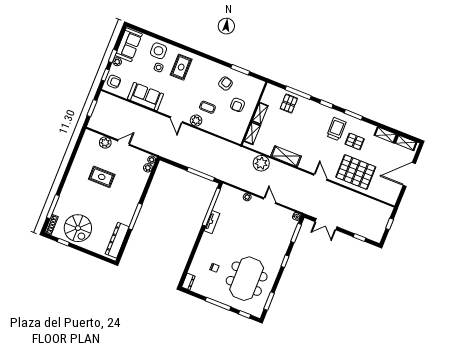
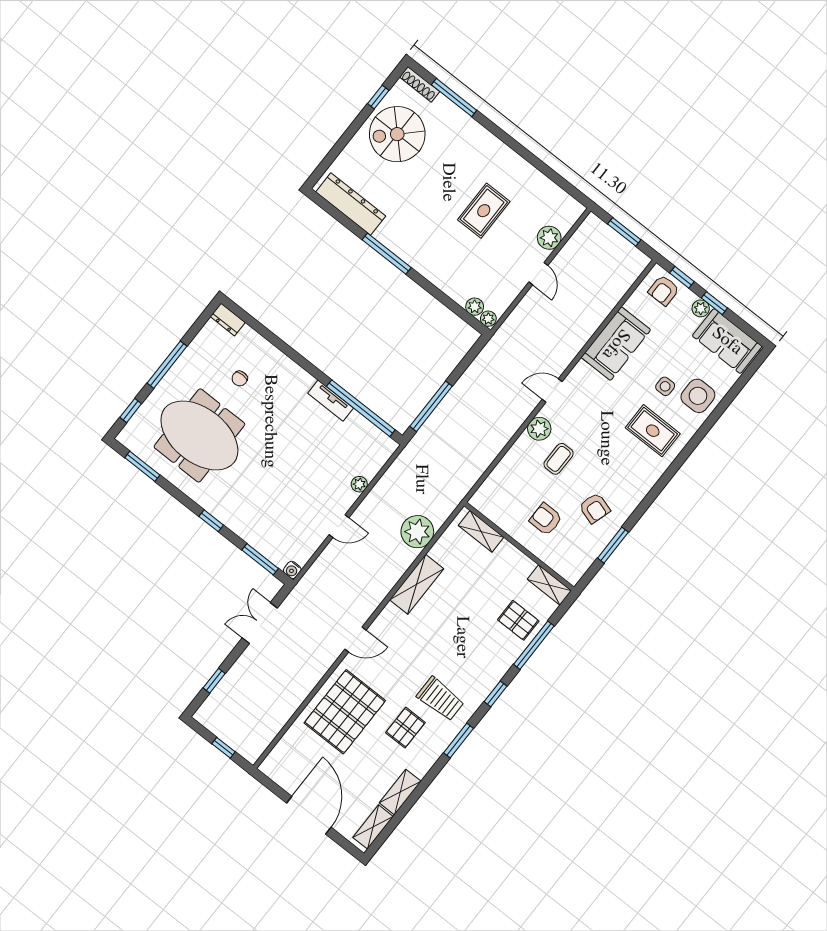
shelving: (260, 113) -> (549, 585), moved

